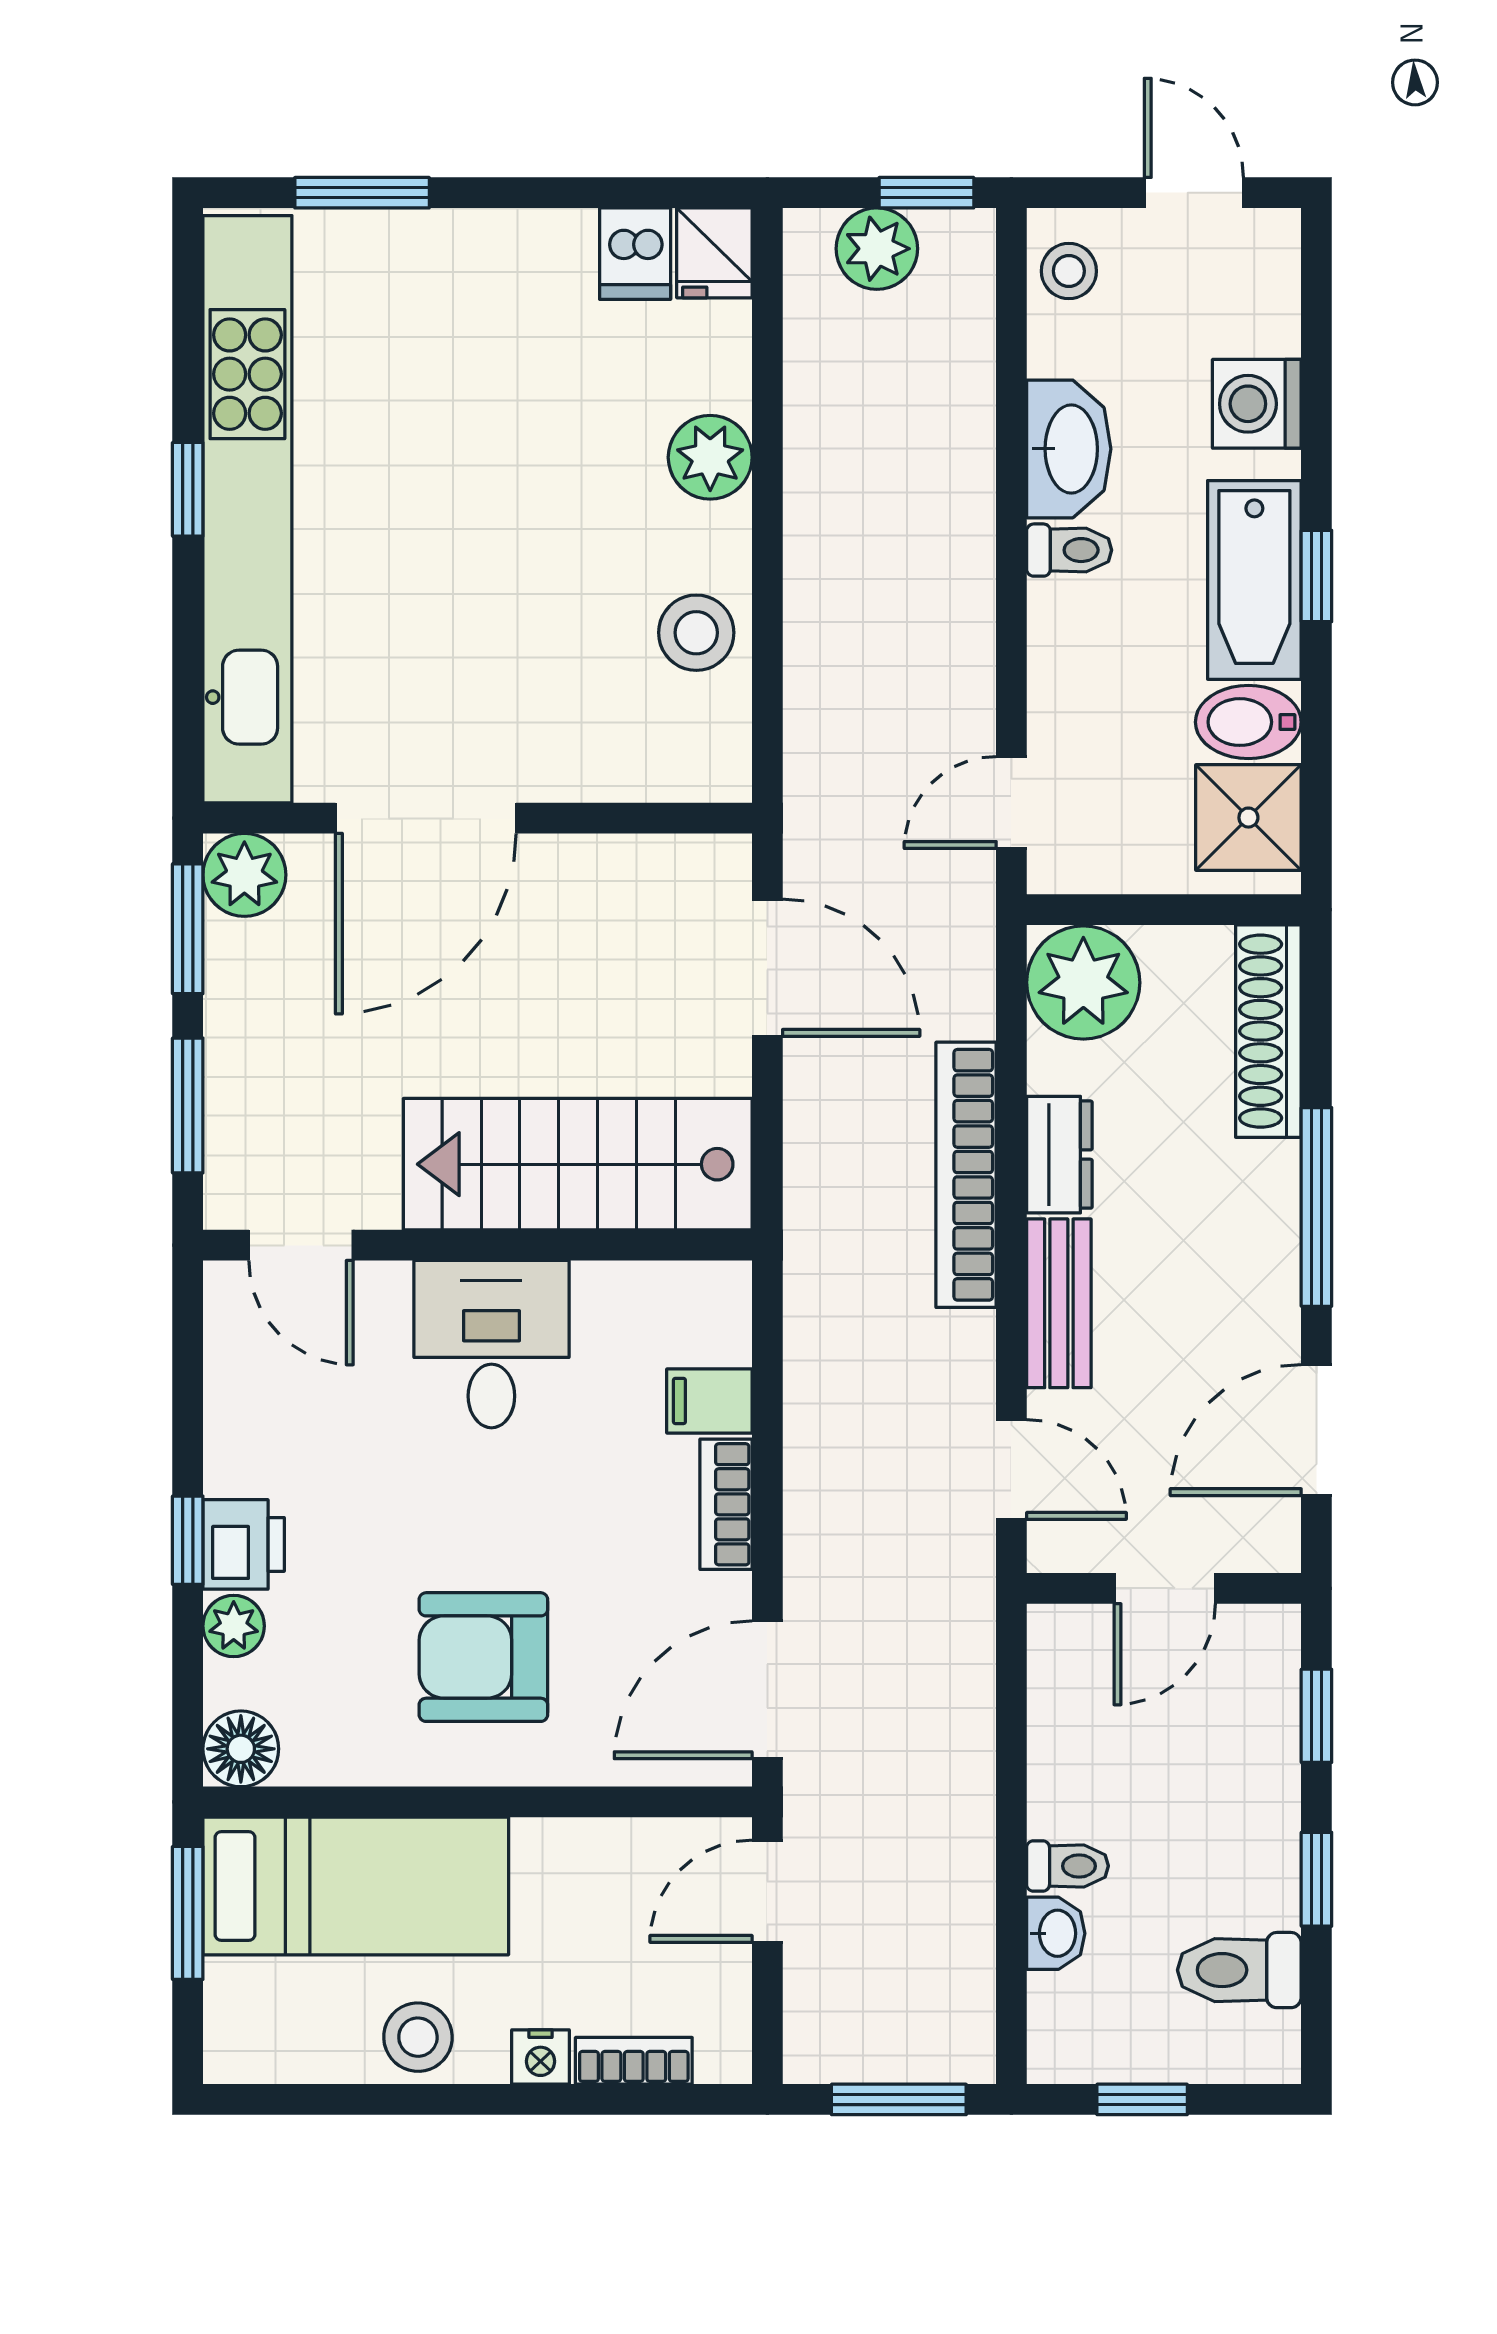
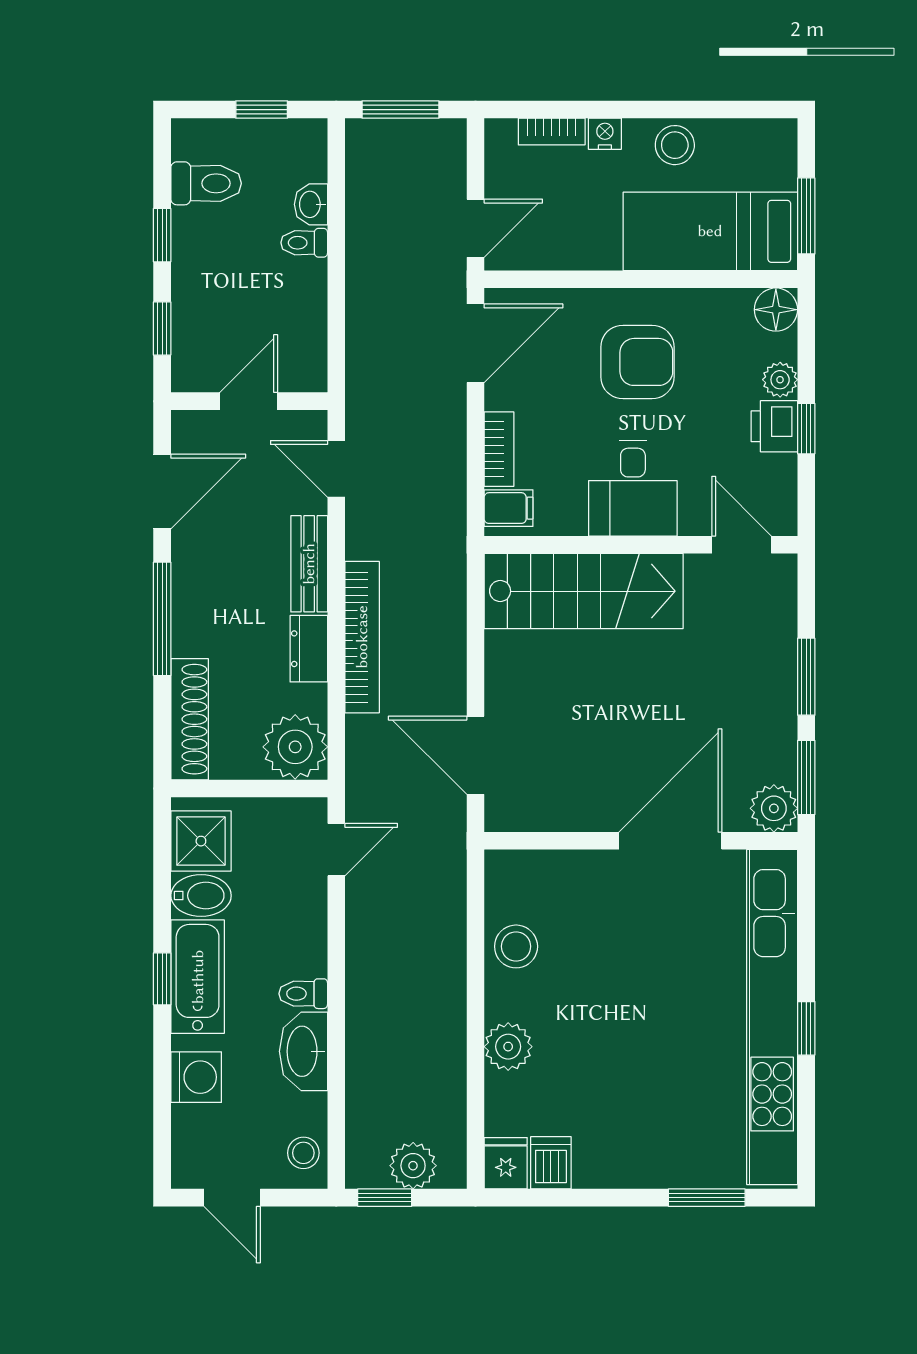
stairs: (578, 1164) -> (584, 591), moved
door: (301, 1245) -> (742, 545), moved
wall: (477, 1245) -> (641, 545), moved
desk: (491, 1344) -> (633, 488), moved

